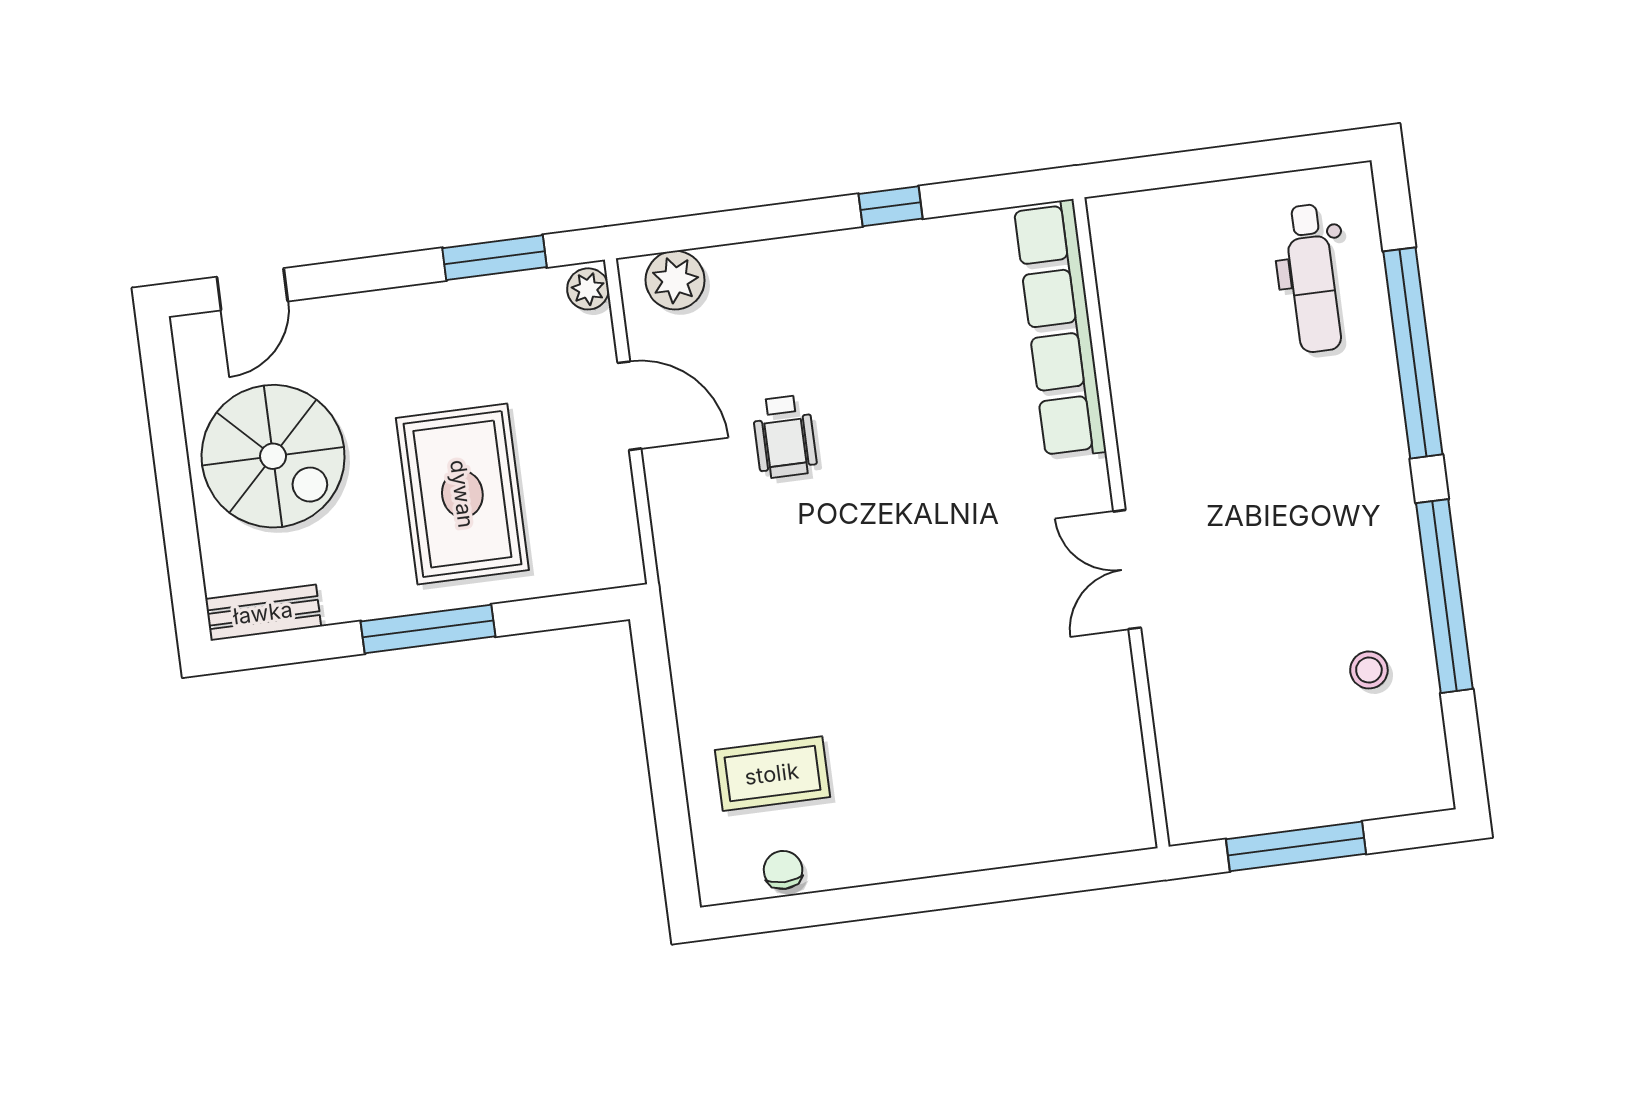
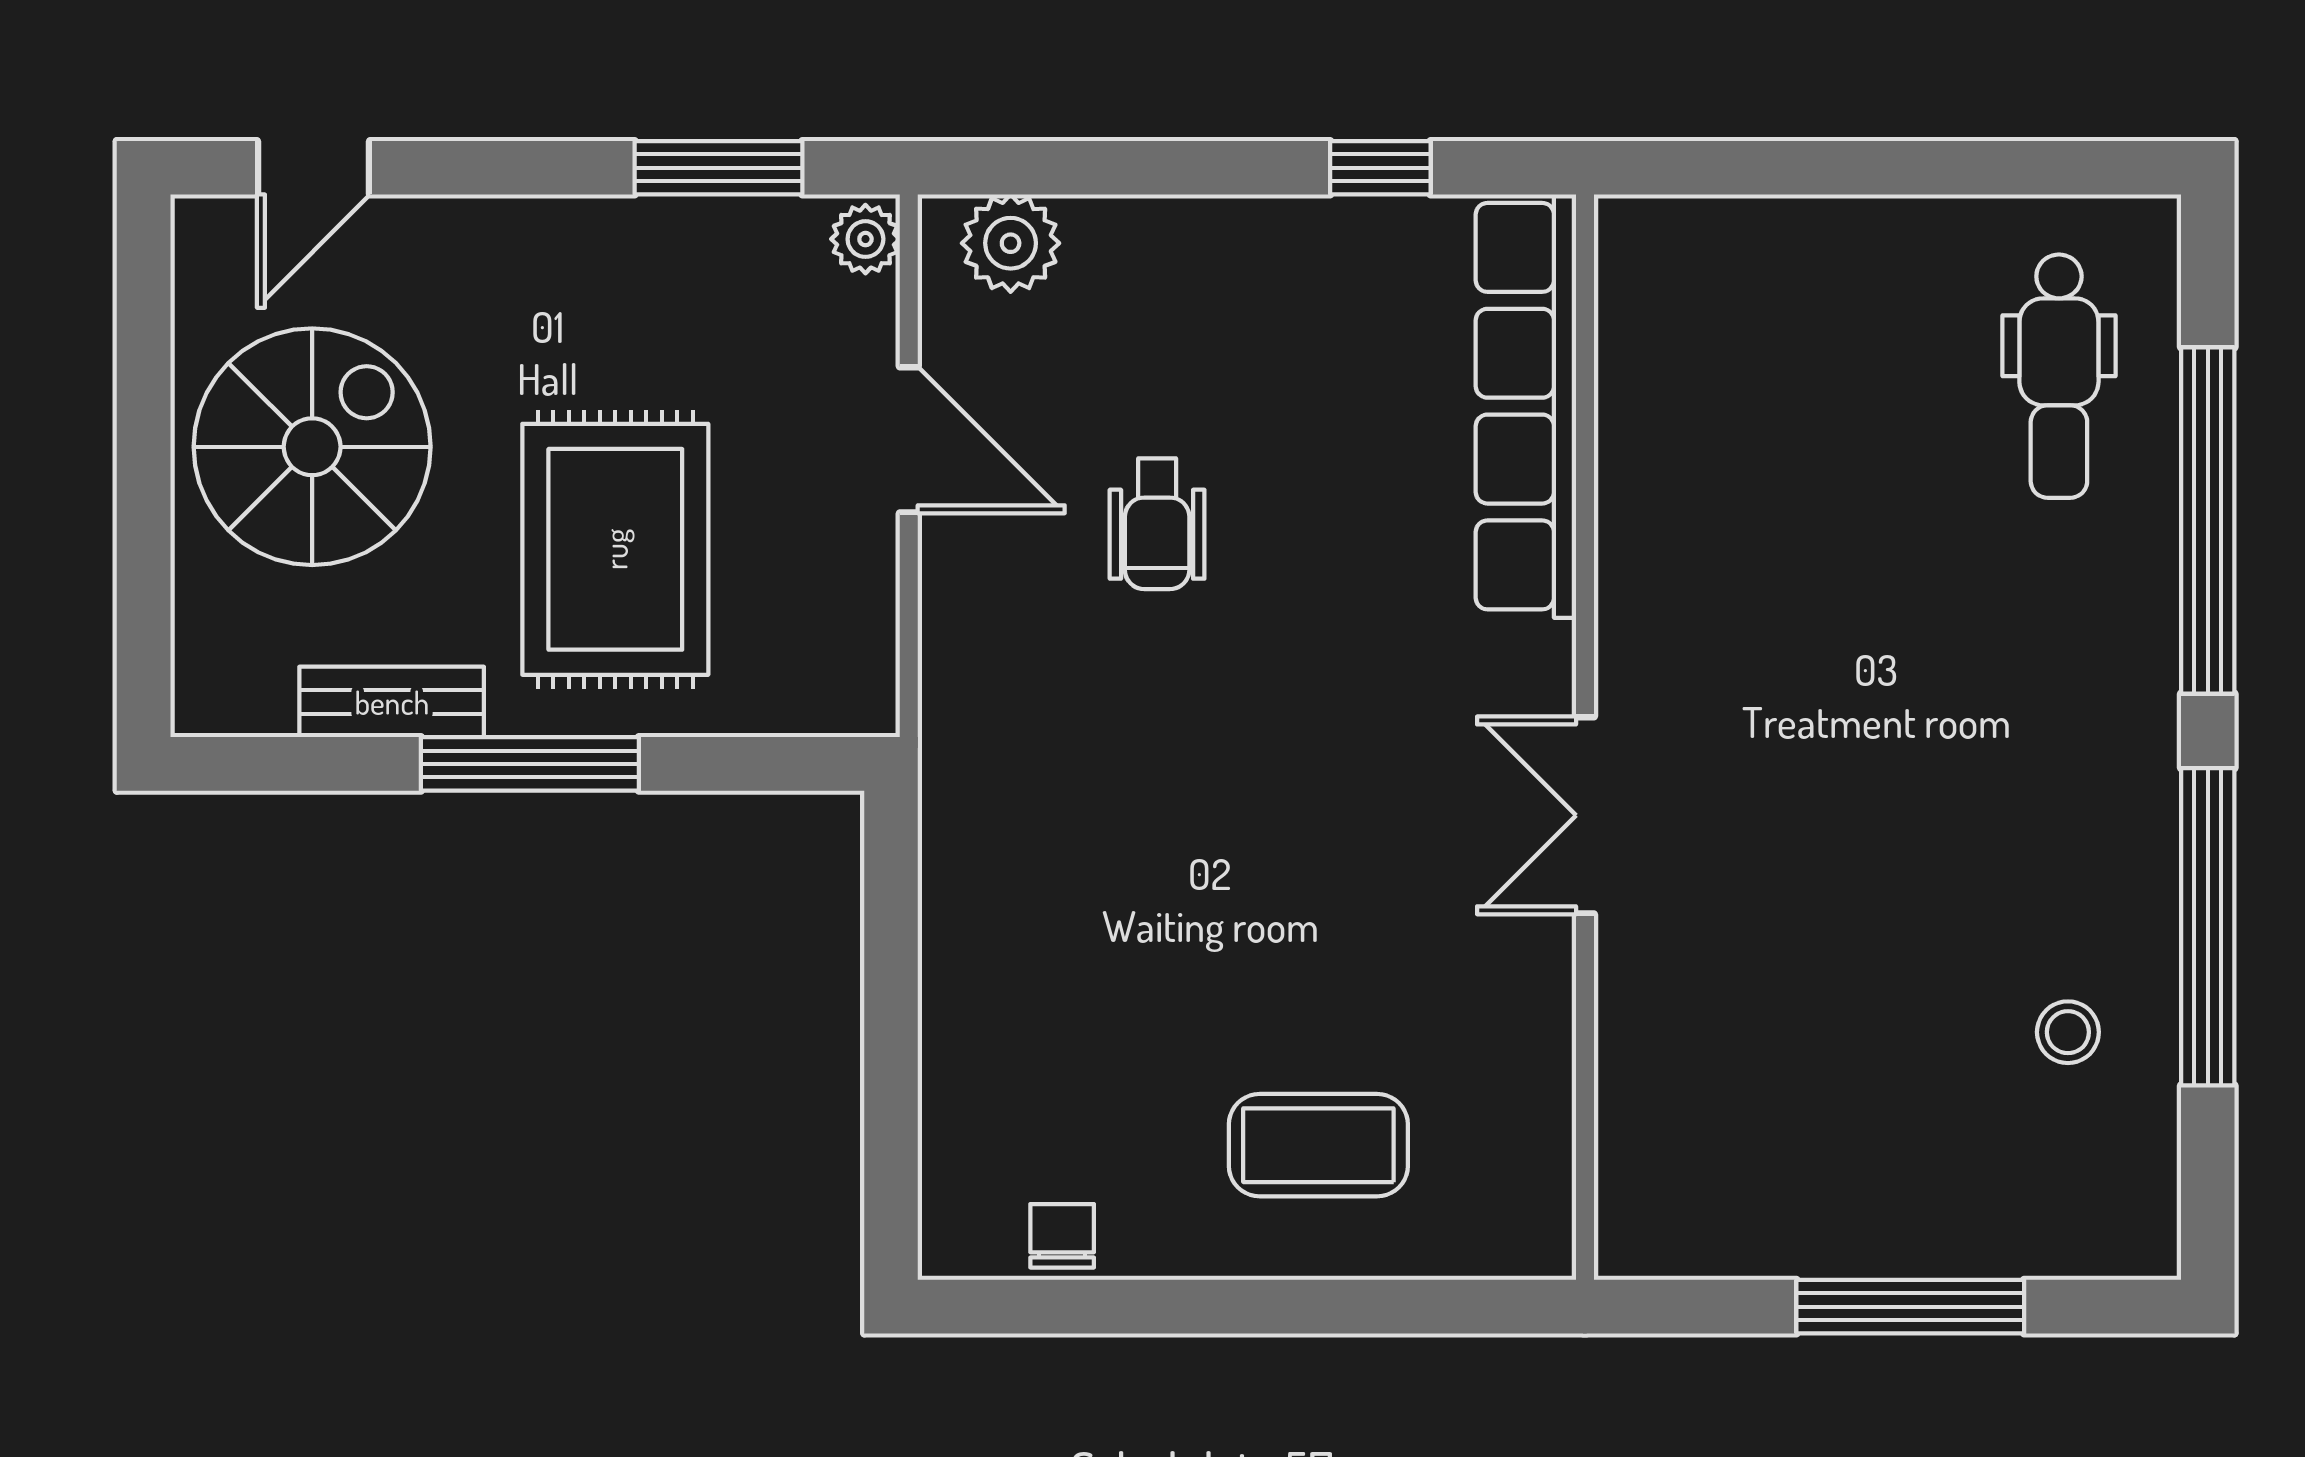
row of seats: (1060, 329) -> (1526, 406), moved
spiral stairs: (273, 456) -> (312, 447), turned -90
wall: (1121, 523) -> (1585, 737), moved
double door: (1127, 570) -> (1585, 815), moved
bench: (263, 613) -> (392, 702), moved
coffee table: (772, 774) -> (1318, 1145), moved

